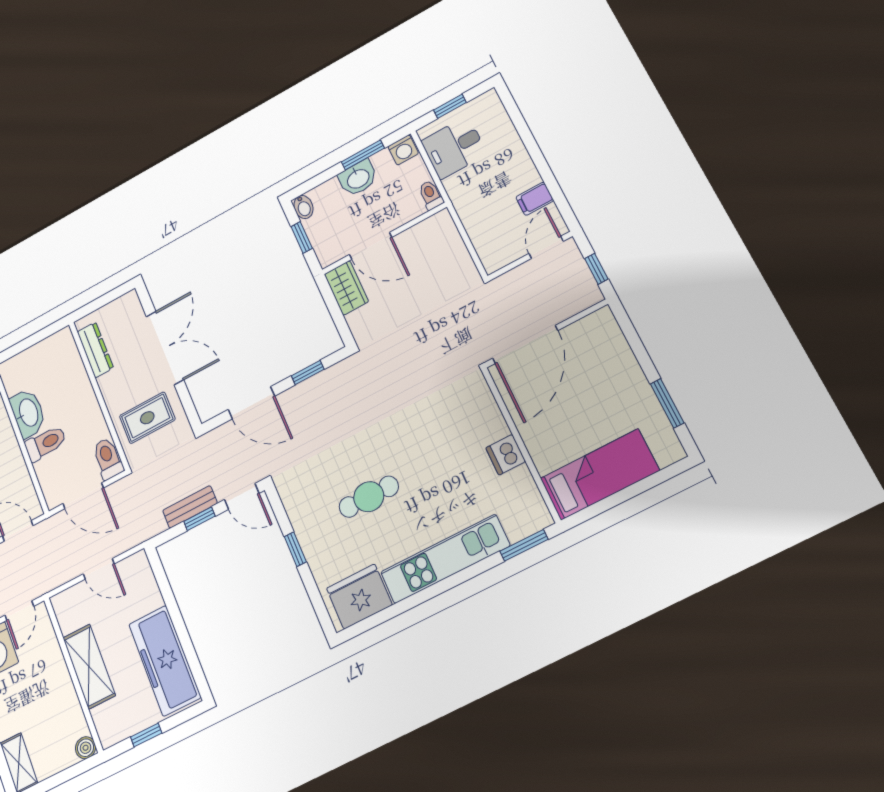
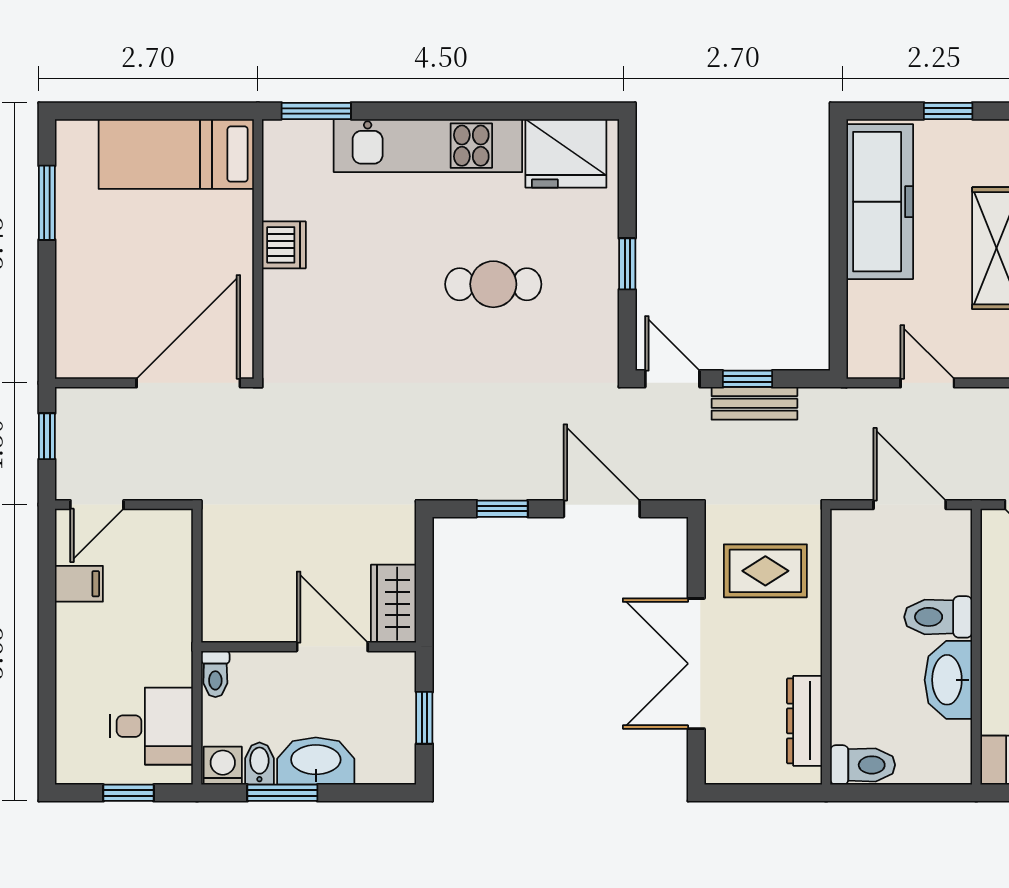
washbasin: (358, 178) -> (316, 761), width x1.38
bidet: (303, 207) -> (259, 763), moved
toilet: (108, 458) -> (863, 765), moved, turned -90

